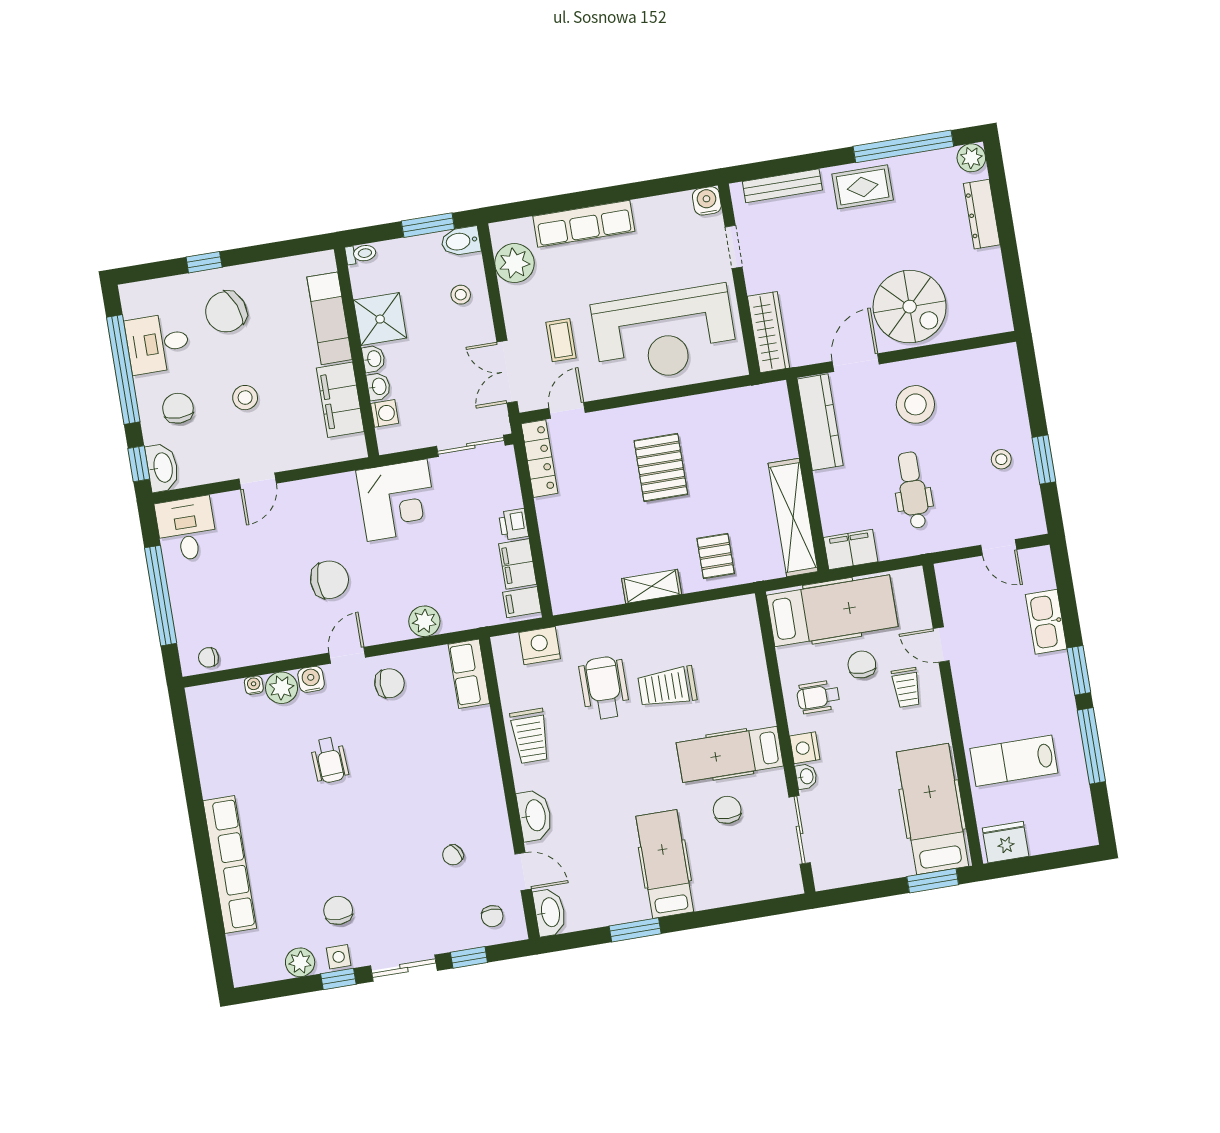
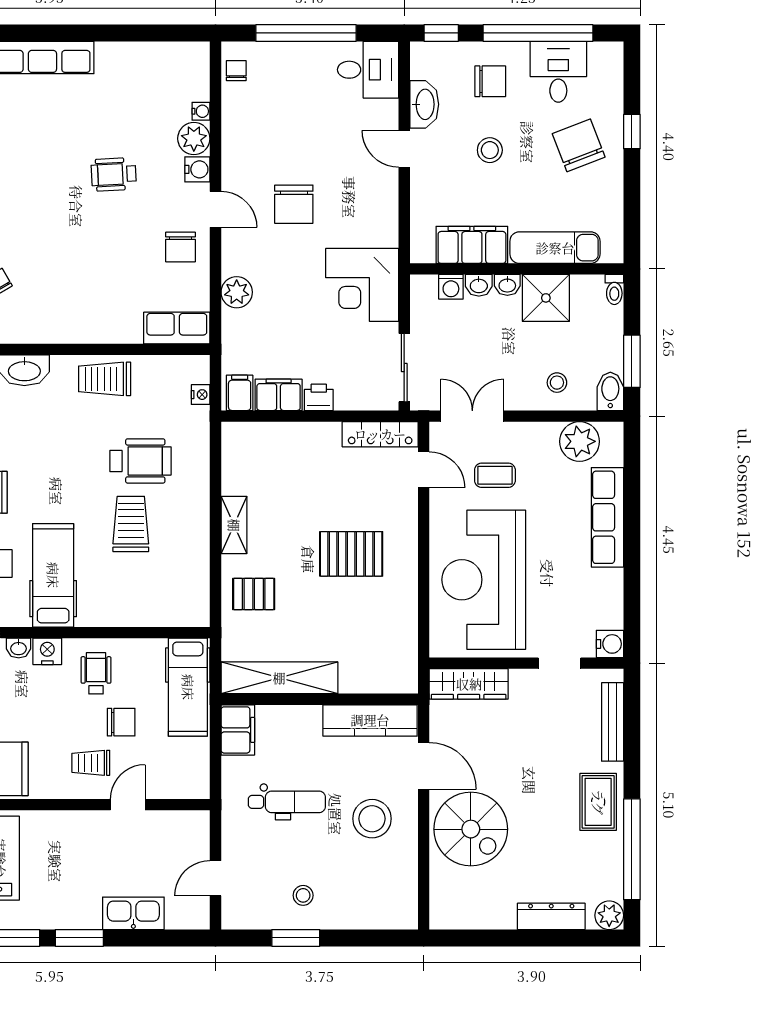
spiral stairs: (910, 307) -> (471, 829), turned -90
washbasin: (162, 468) -> (424, 104), moved, turned -90
hospital bed: (832, 611) -> (188, 687), width x0.73, depth x0.78
nightstand: (540, 646) -> (201, 395), width x0.53, depth x0.56

